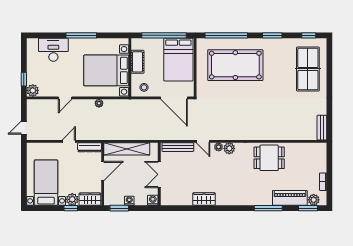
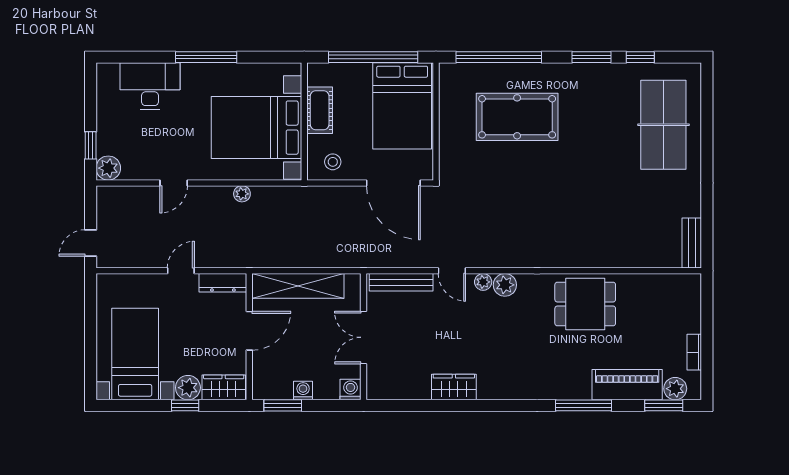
window: (309, 35) -> (640, 57), moved
pool table: (235, 65) -> (517, 117), width x0.73, depth x0.76

